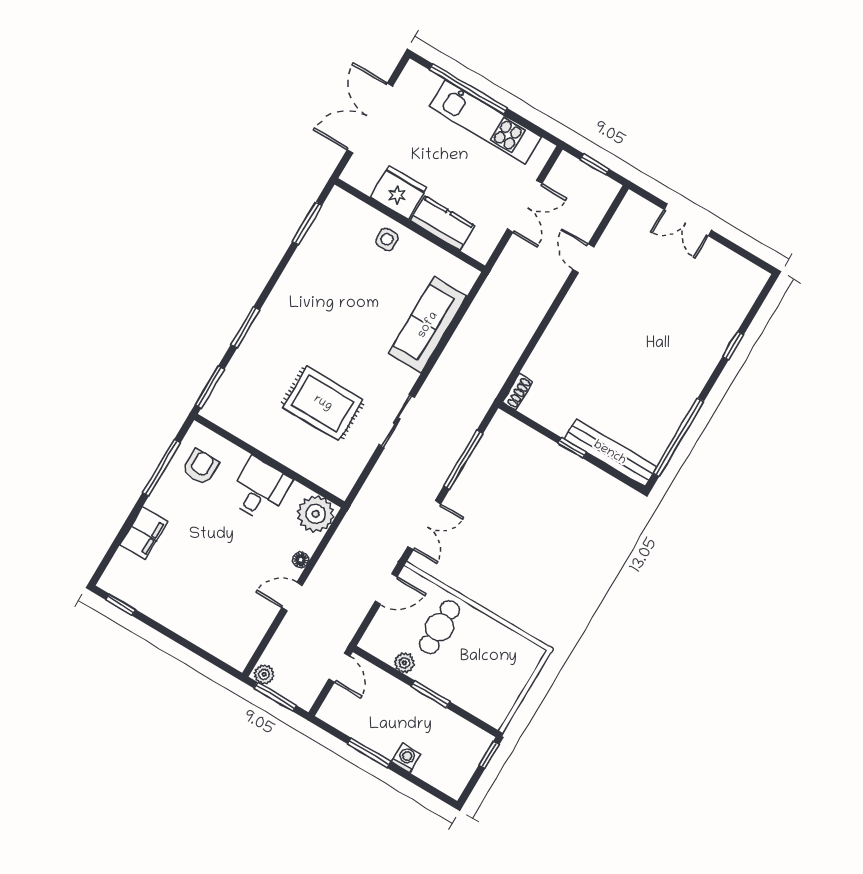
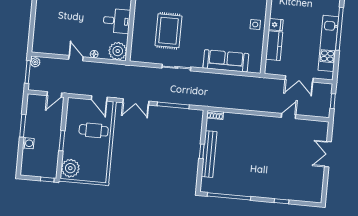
fridge: (399, 193) -> (276, 25), width x0.53, depth x0.75
bench: (610, 453) -> (209, 154), moved
plant: (404, 663) -> (70, 168), moved, width x1.87, depth x1.87

